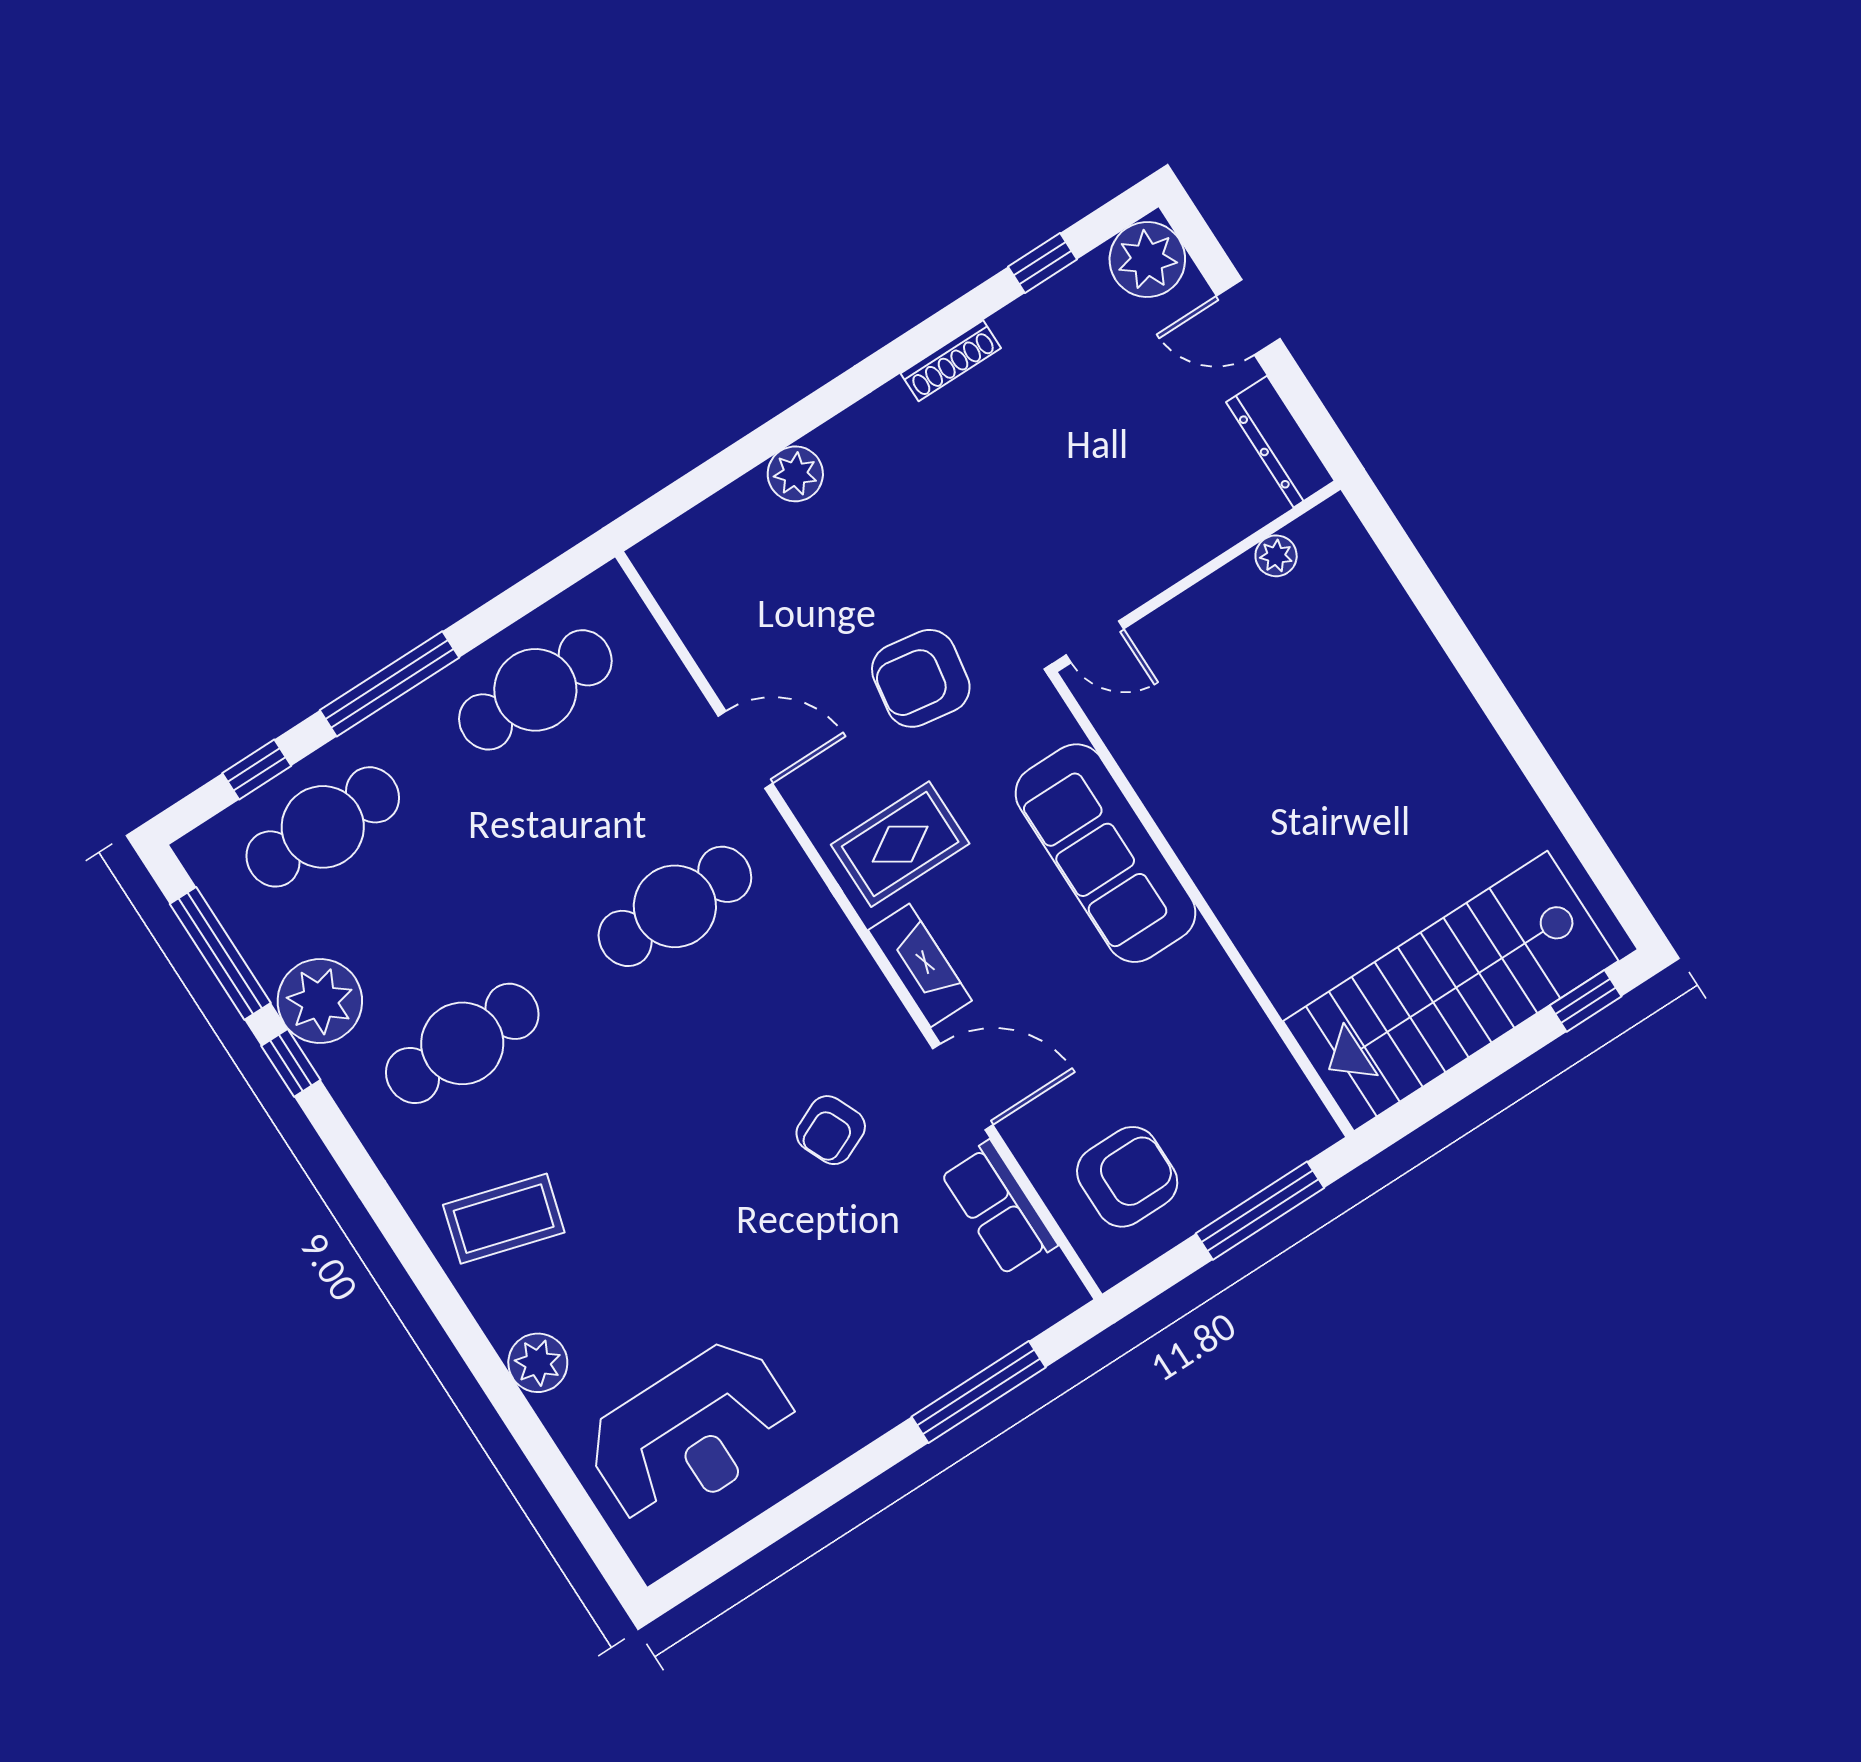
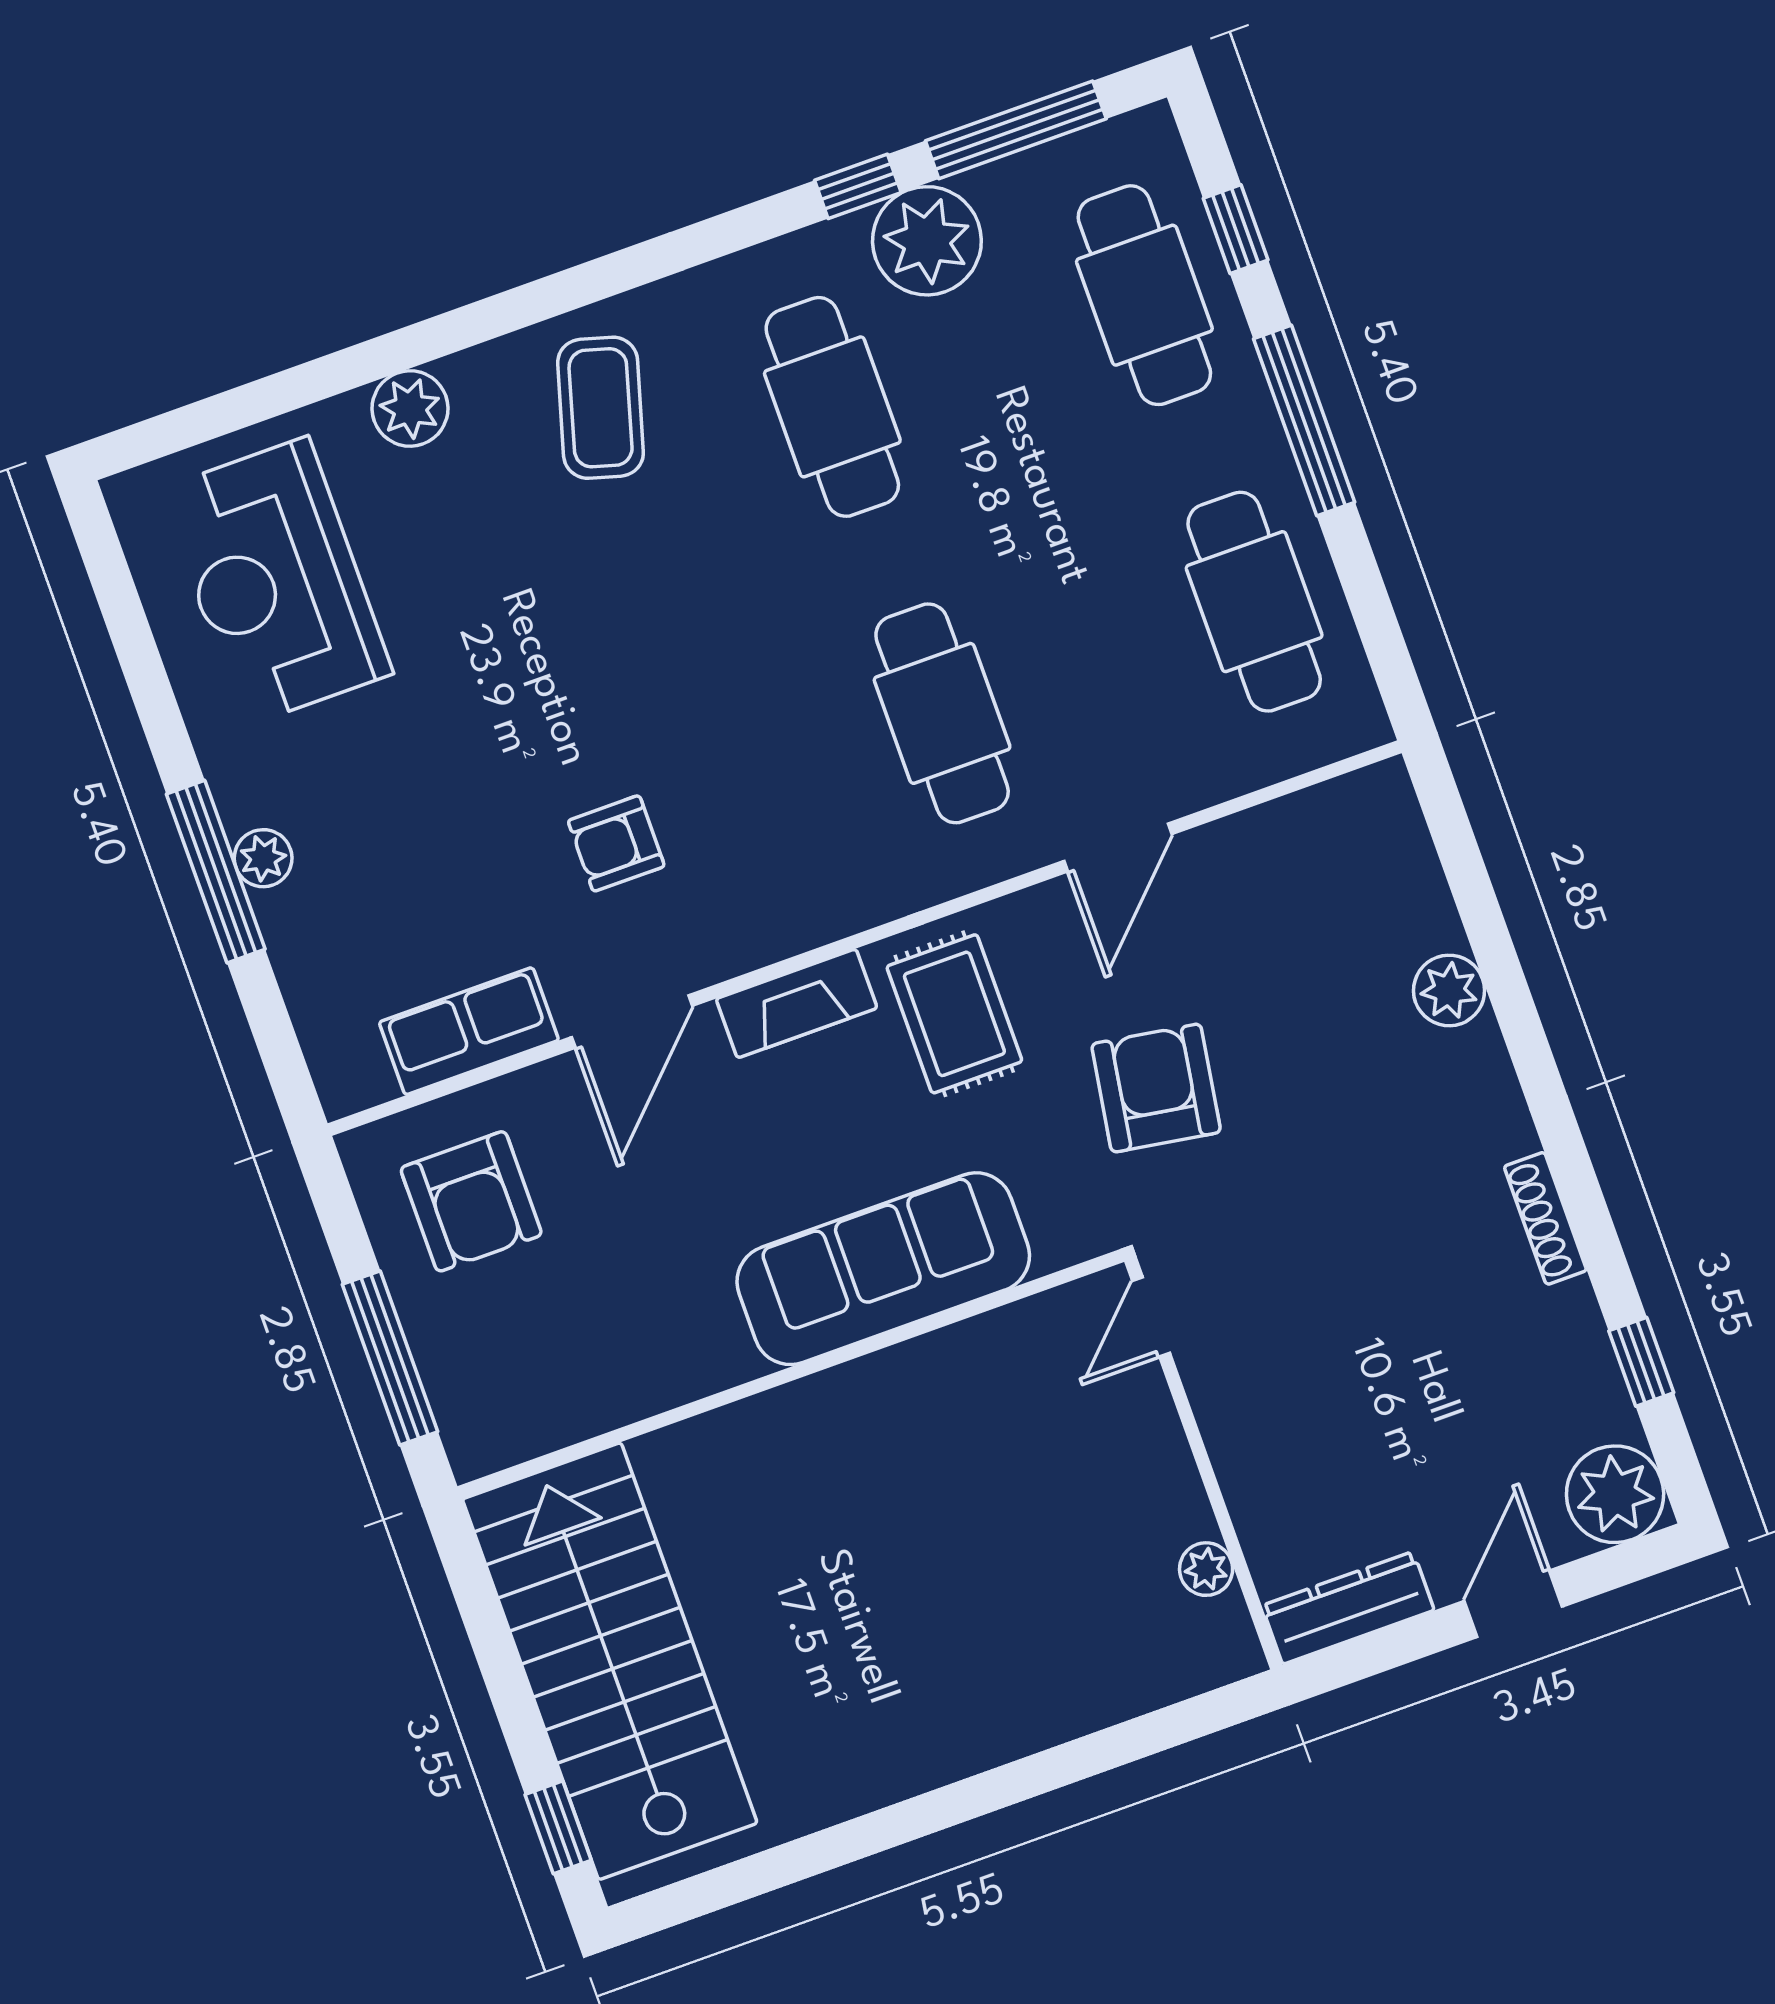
armchair: (831, 1130) -> (616, 843), turned -66
window: (979, 1392) -> (216, 872), moved
plant: (904, 1395) -> (263, 858), added

